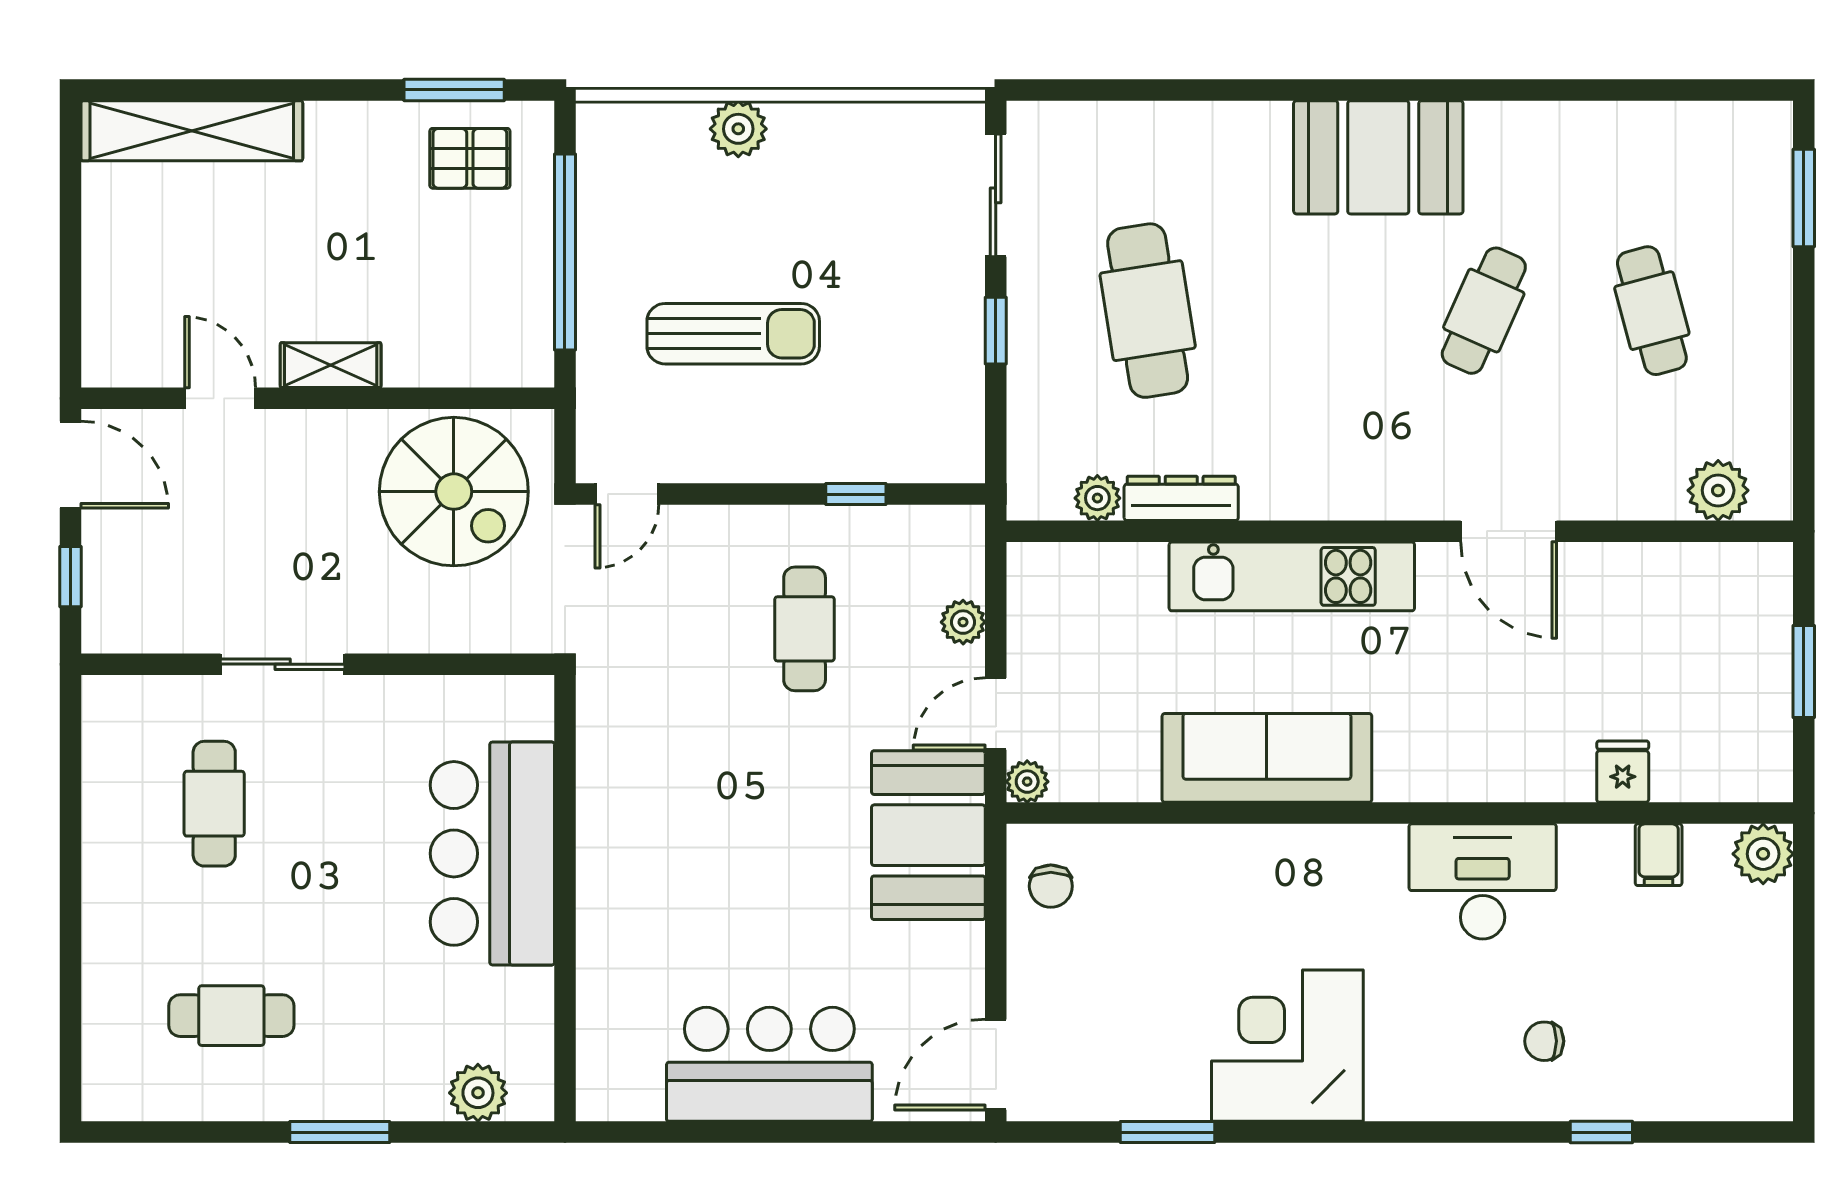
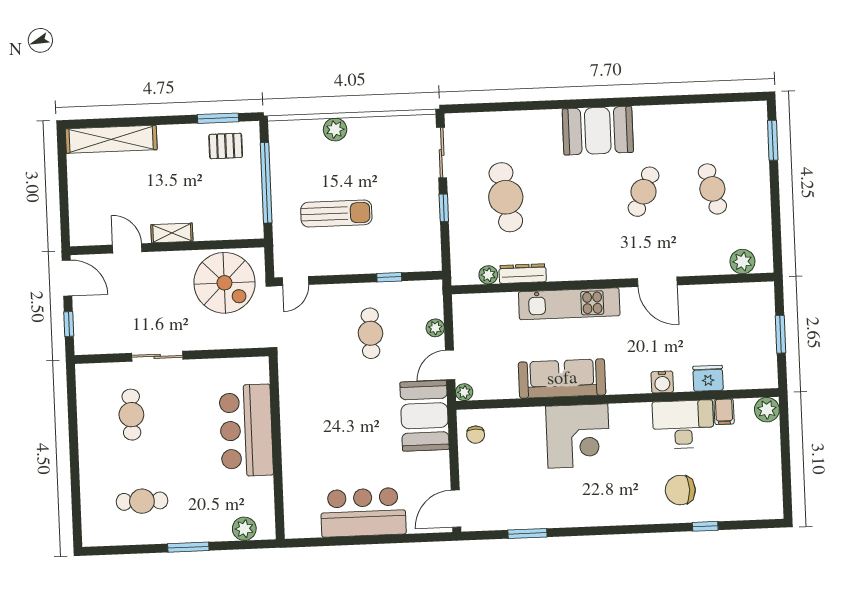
fridge: (1623, 772) -> (708, 378), width x1.38
water cooler: (1511, 776) -> (662, 382), added
desk: (1483, 881) -> (683, 424), moved
chair: (1544, 1041) -> (680, 490), width x1.87, depth x1.87
corner desk: (1287, 1046) -> (578, 436), moved, turned 180

